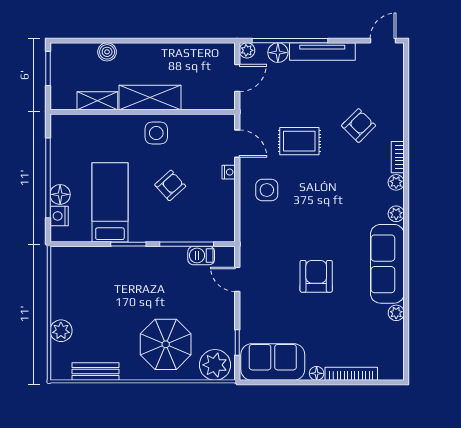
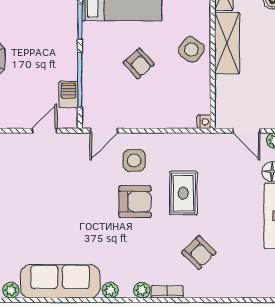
side table: (156, 133) -> (191, 49), turned 35
door: (237, 144) -> (104, 131), moved
nightstand: (229, 172) -> (204, 122), moved, turned -90
armchair: (316, 276) -> (135, 202), moved

